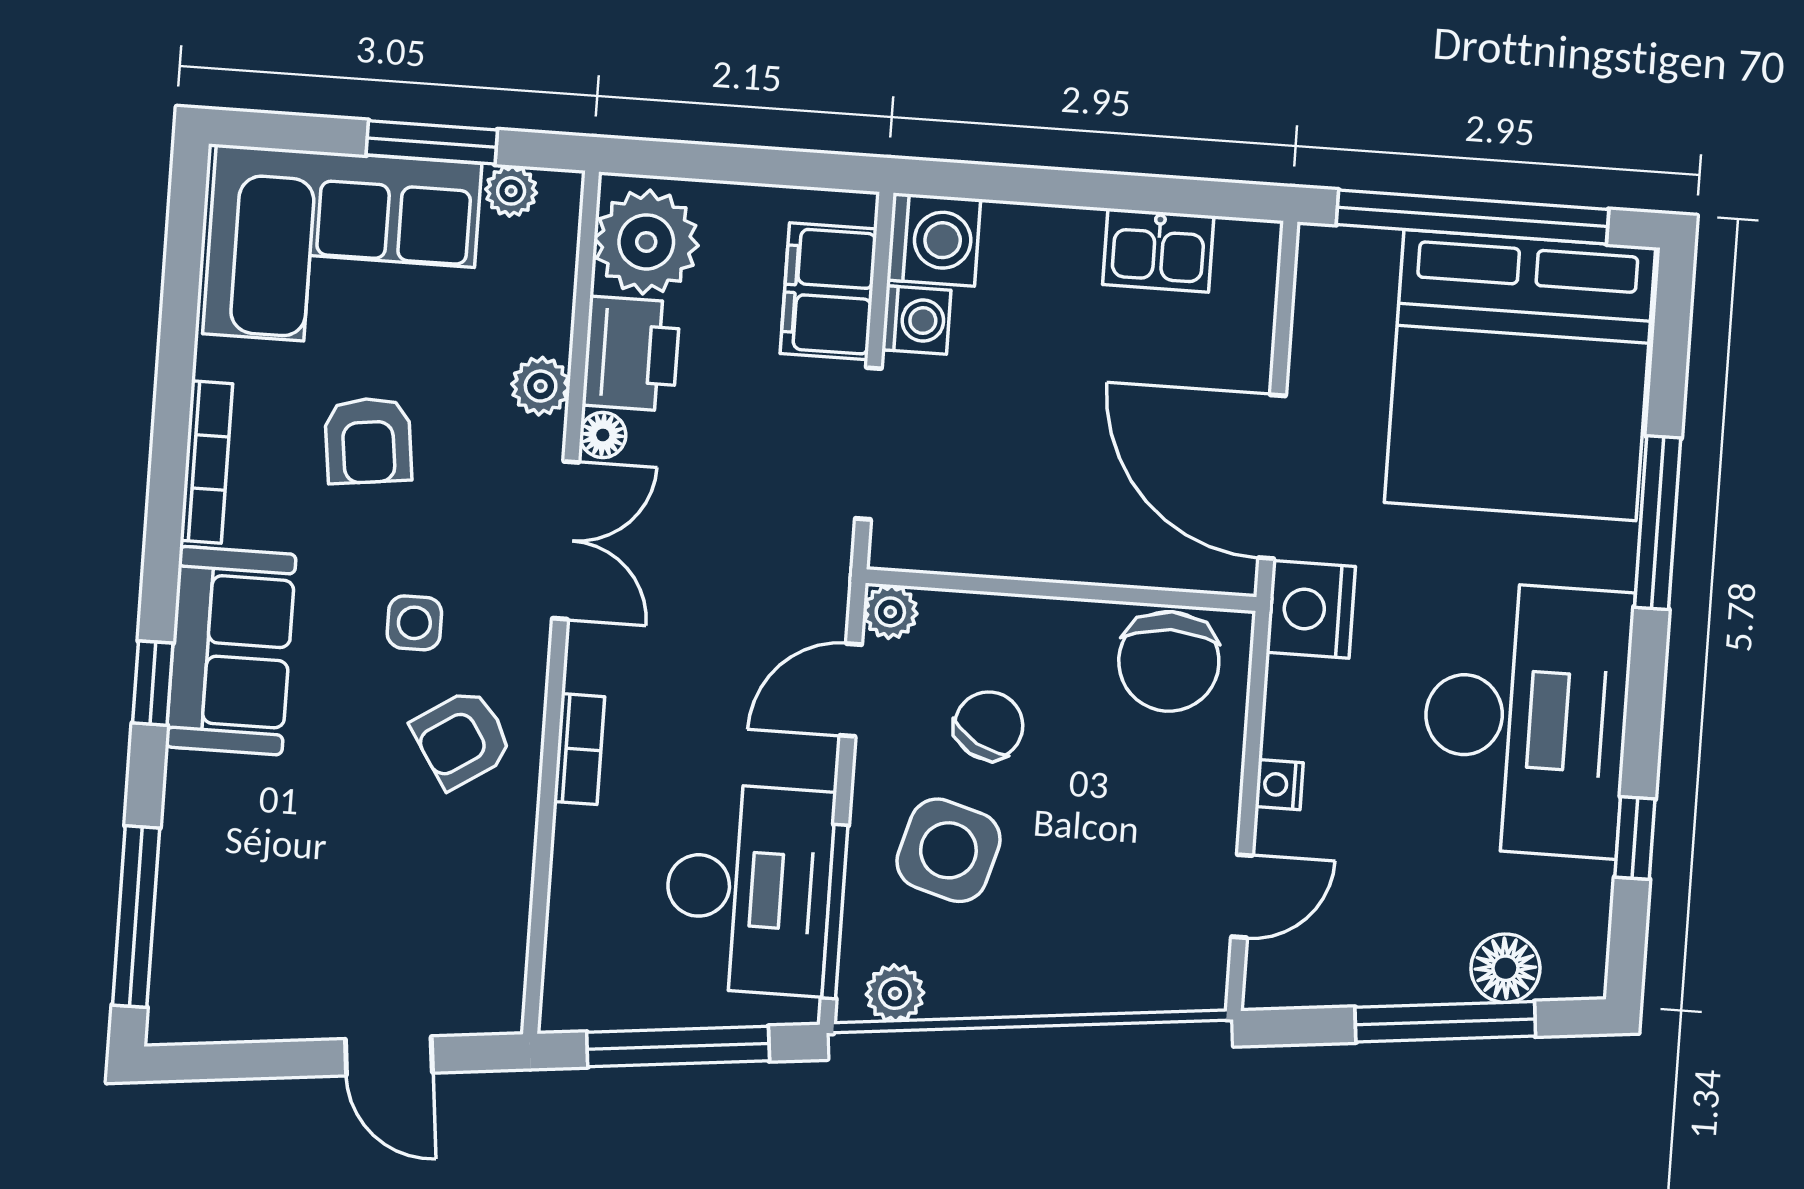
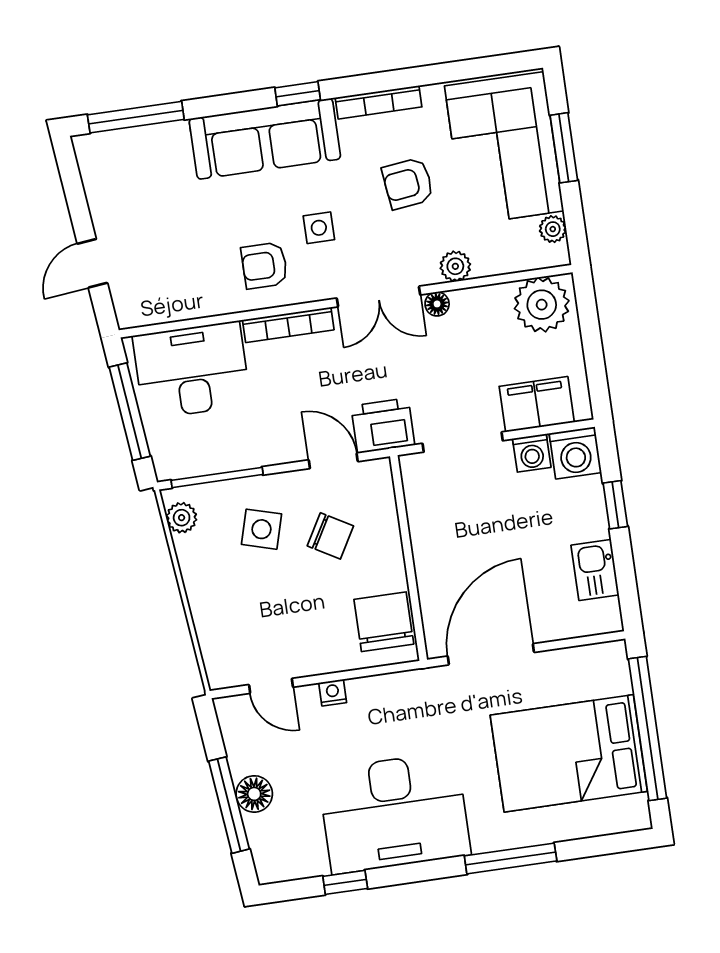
window: (432, 142) -> (564, 148), moved
window: (1046, 186) -> (615, 505), added
printer: (631, 354) -> (383, 426), moved, turned 180
bed: (1520, 375) -> (569, 753), width x0.73
nightstand: (1311, 609) -> (427, 689), removed
plant: (890, 612) -> (378, 472), removed
sofa: (231, 651) -> (265, 139), width x1.36
chair: (1169, 661) -> (384, 622), turned 90
window: (153, 683) -> (298, 94), moved
armchair: (462, 739) -> (264, 265), turned -57
bookcase: (579, 749) -> (288, 325), width x1.56
side table: (948, 850) -> (262, 529), width x0.73, depth x0.73
desk: (749, 889) -> (192, 370), moved, turned 180
floor lamp: (1505, 968) -> (254, 794), moved

